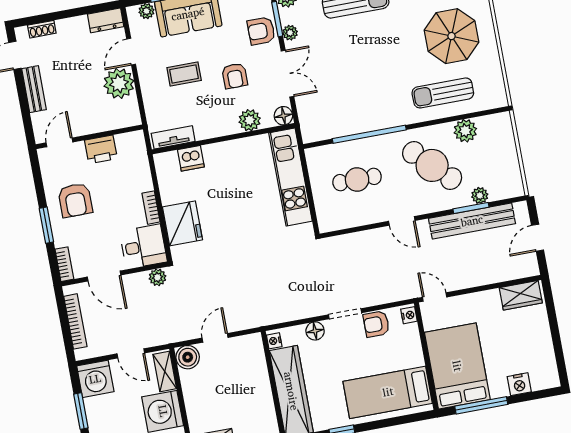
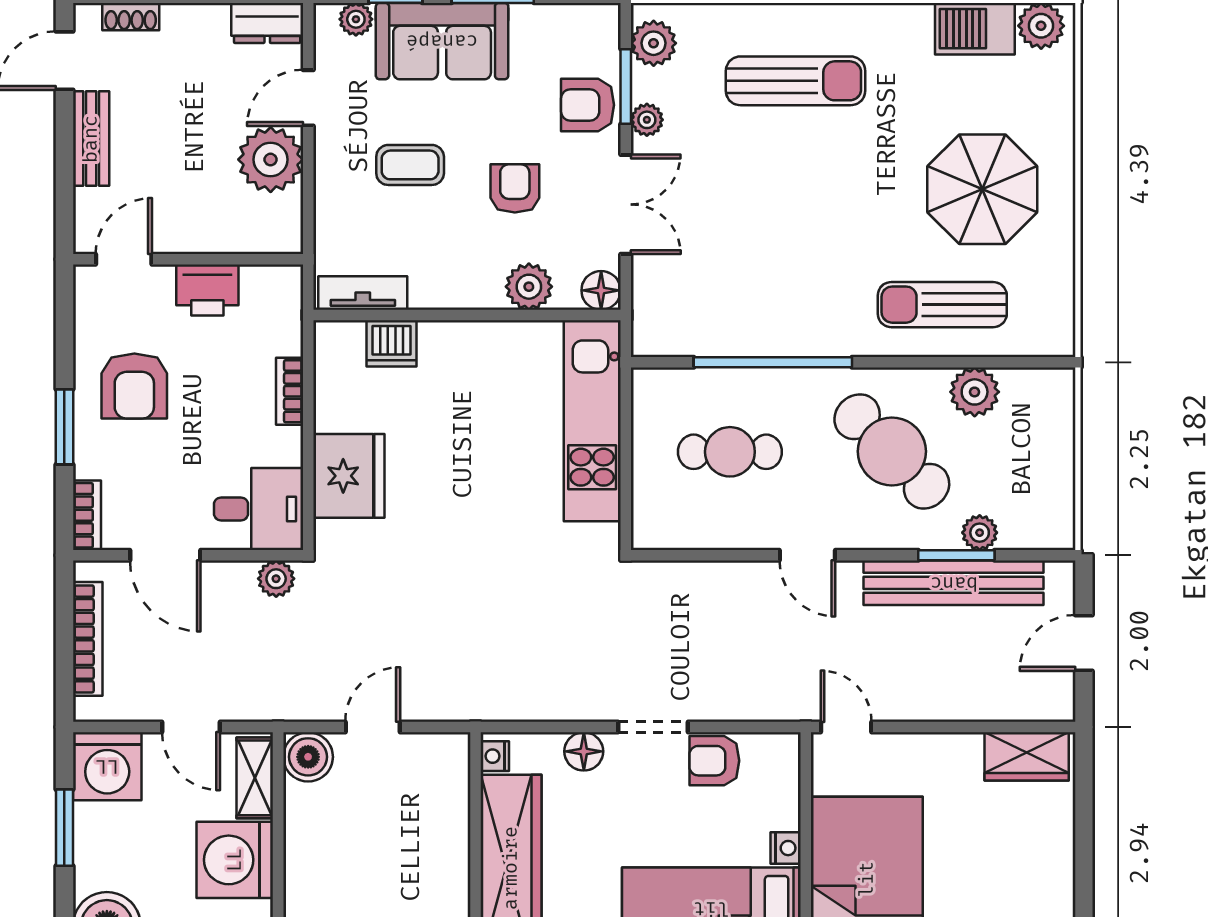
armchair: (235, 76) -> (515, 188), turned 180
bookcase: (151, 208) -> (290, 391), moved
nightstand: (409, 315) -> (786, 848), moved

